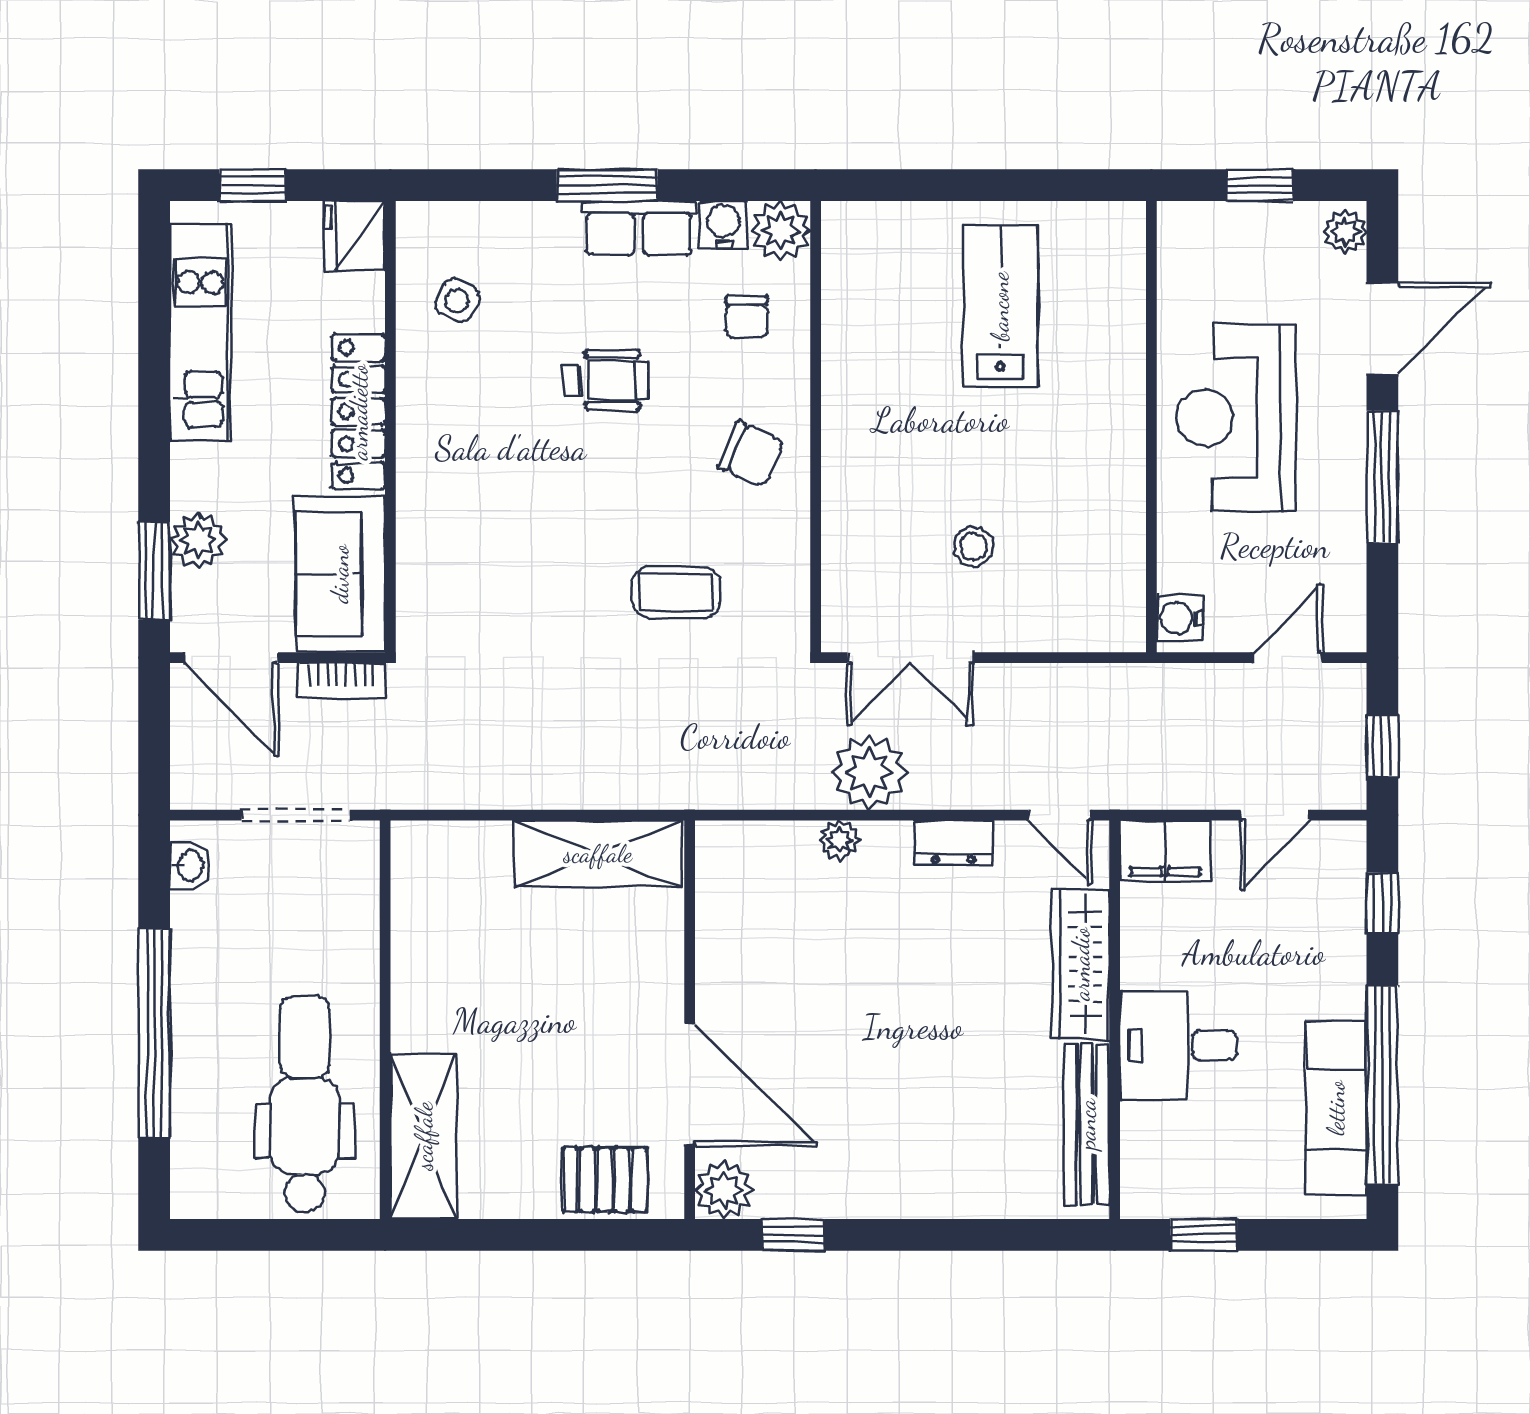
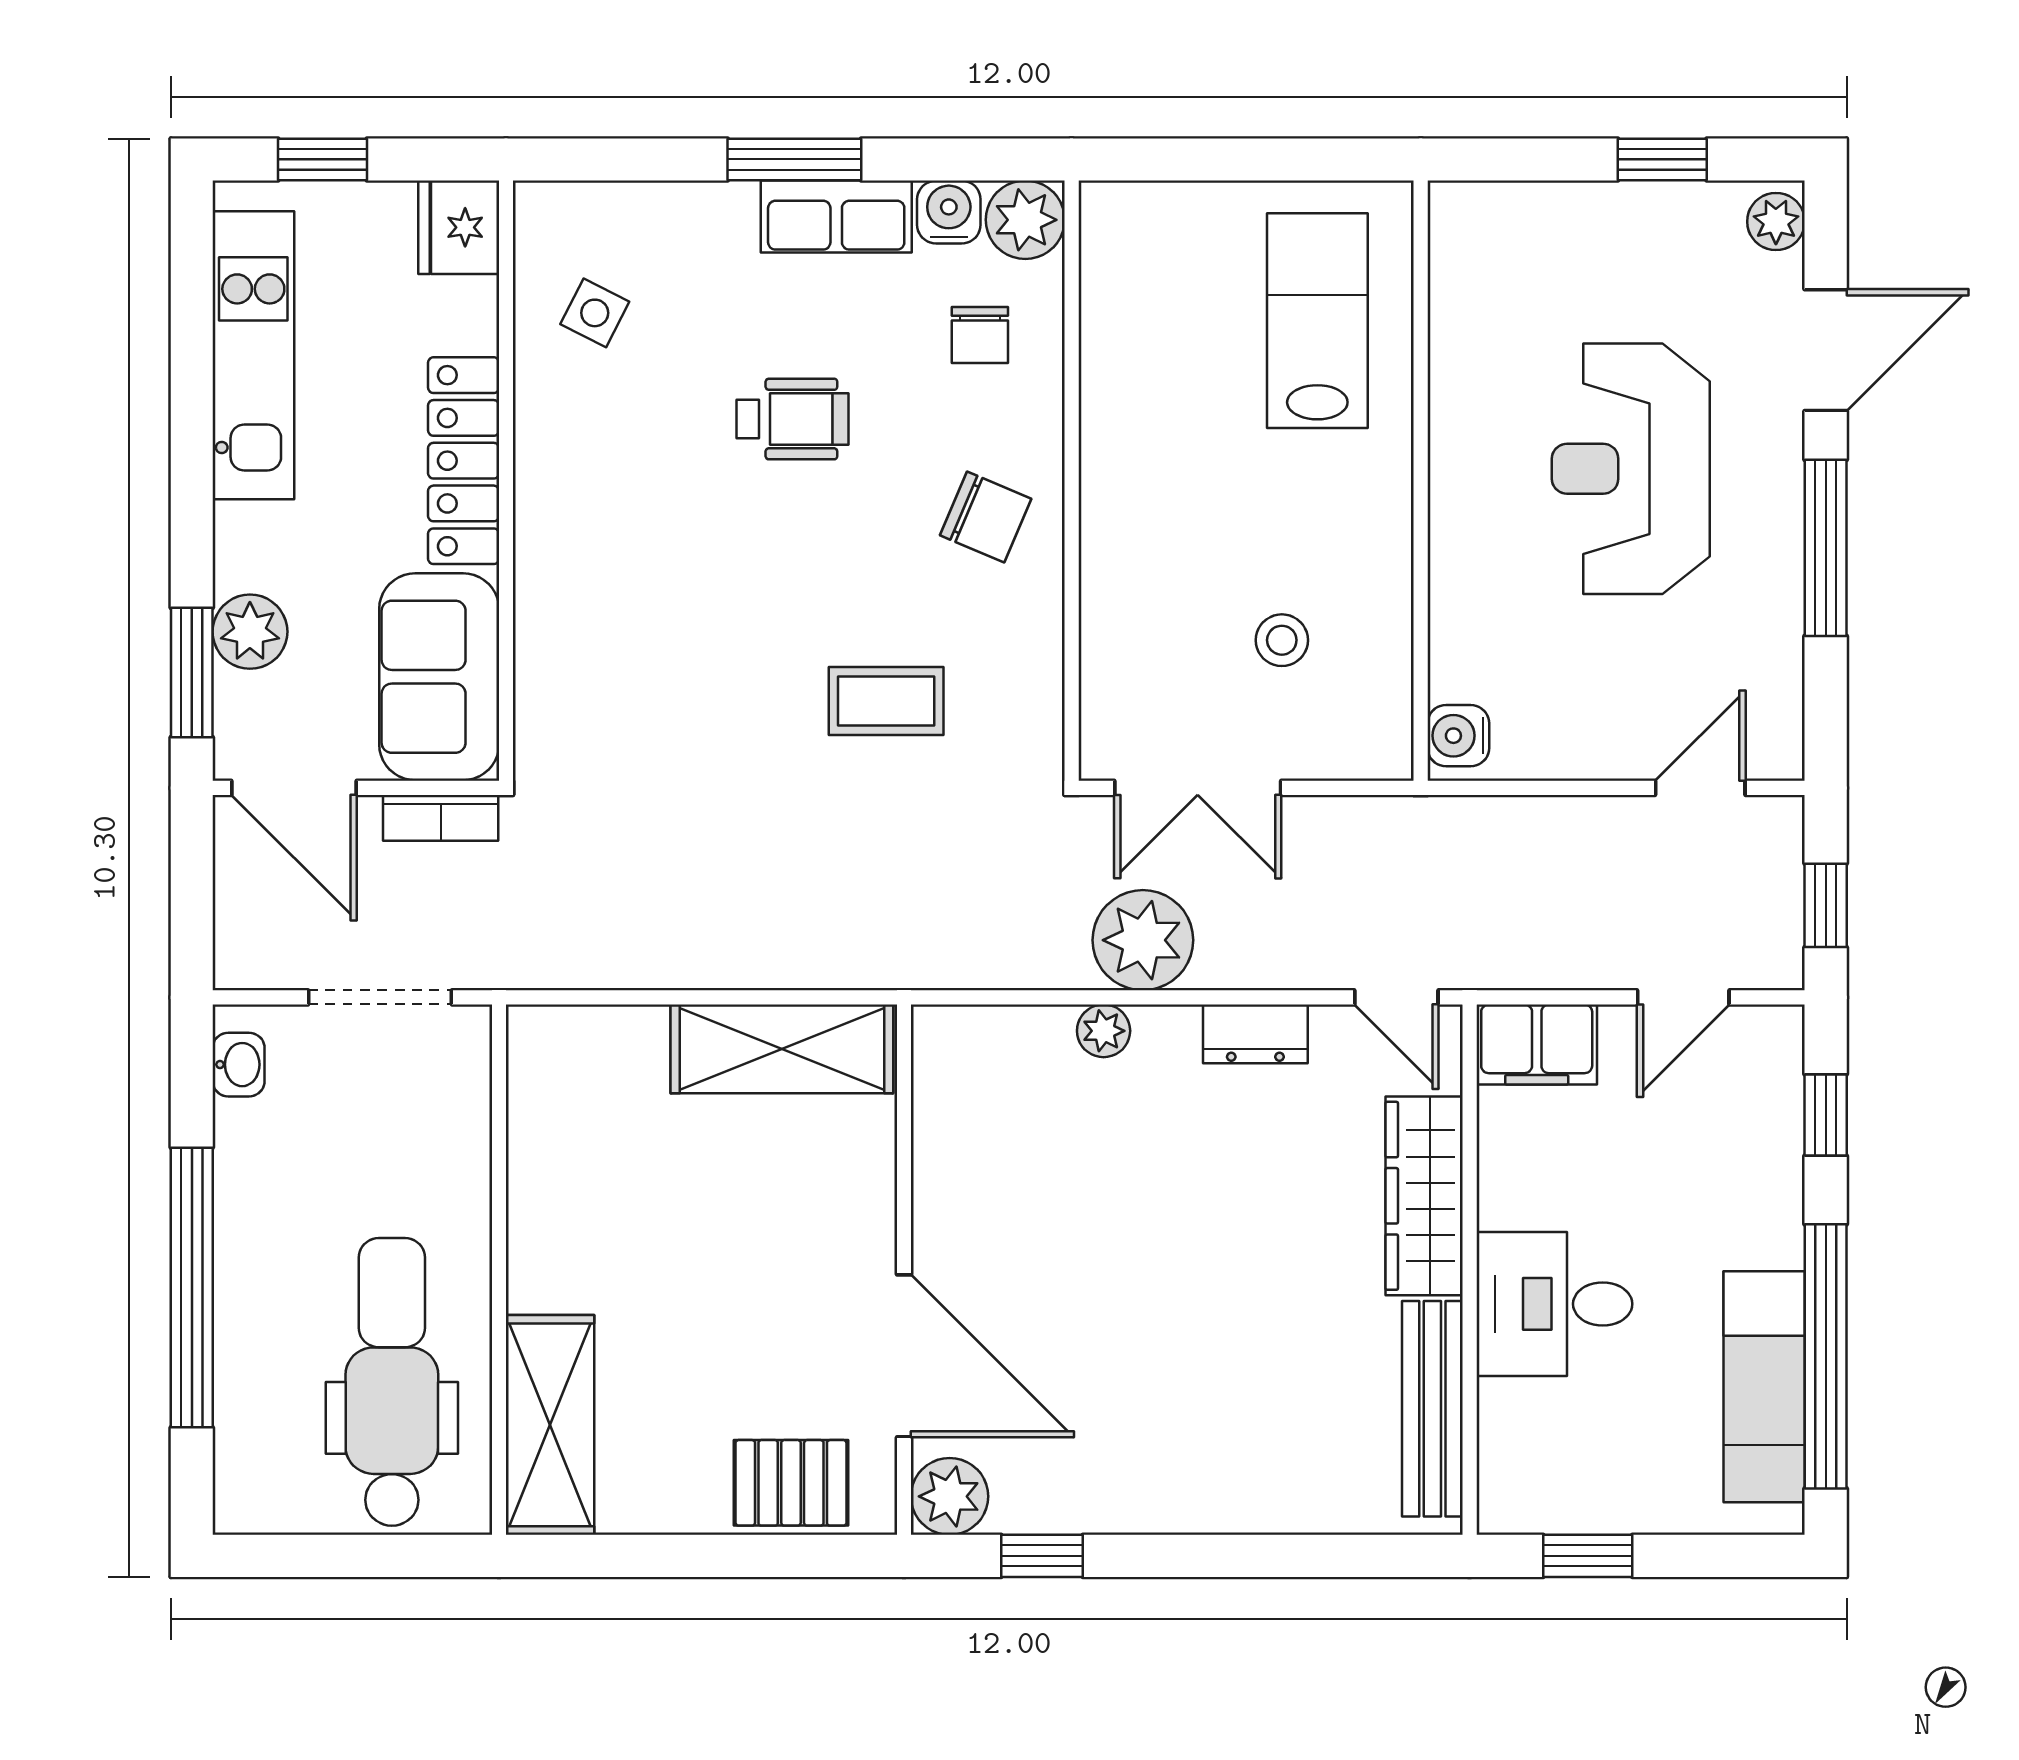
wall: (1151, 427) -> (1421, 481), moved
water cooler: (1180, 618) -> (1458, 736), moved

